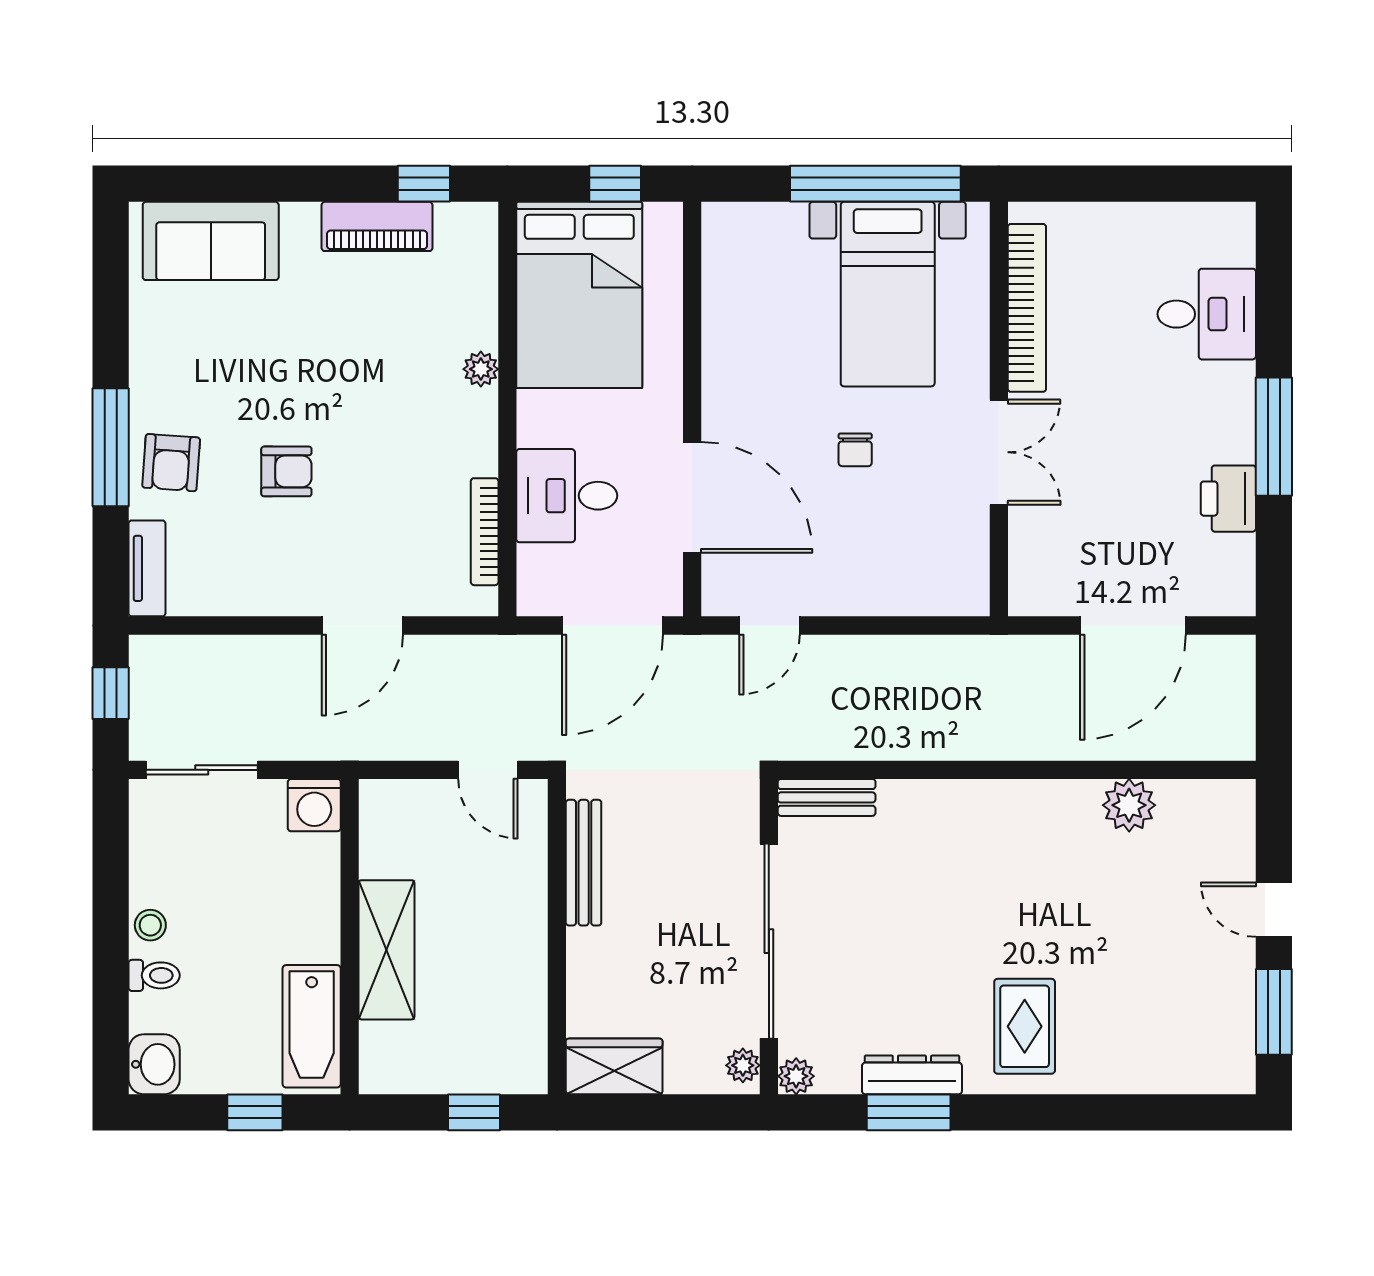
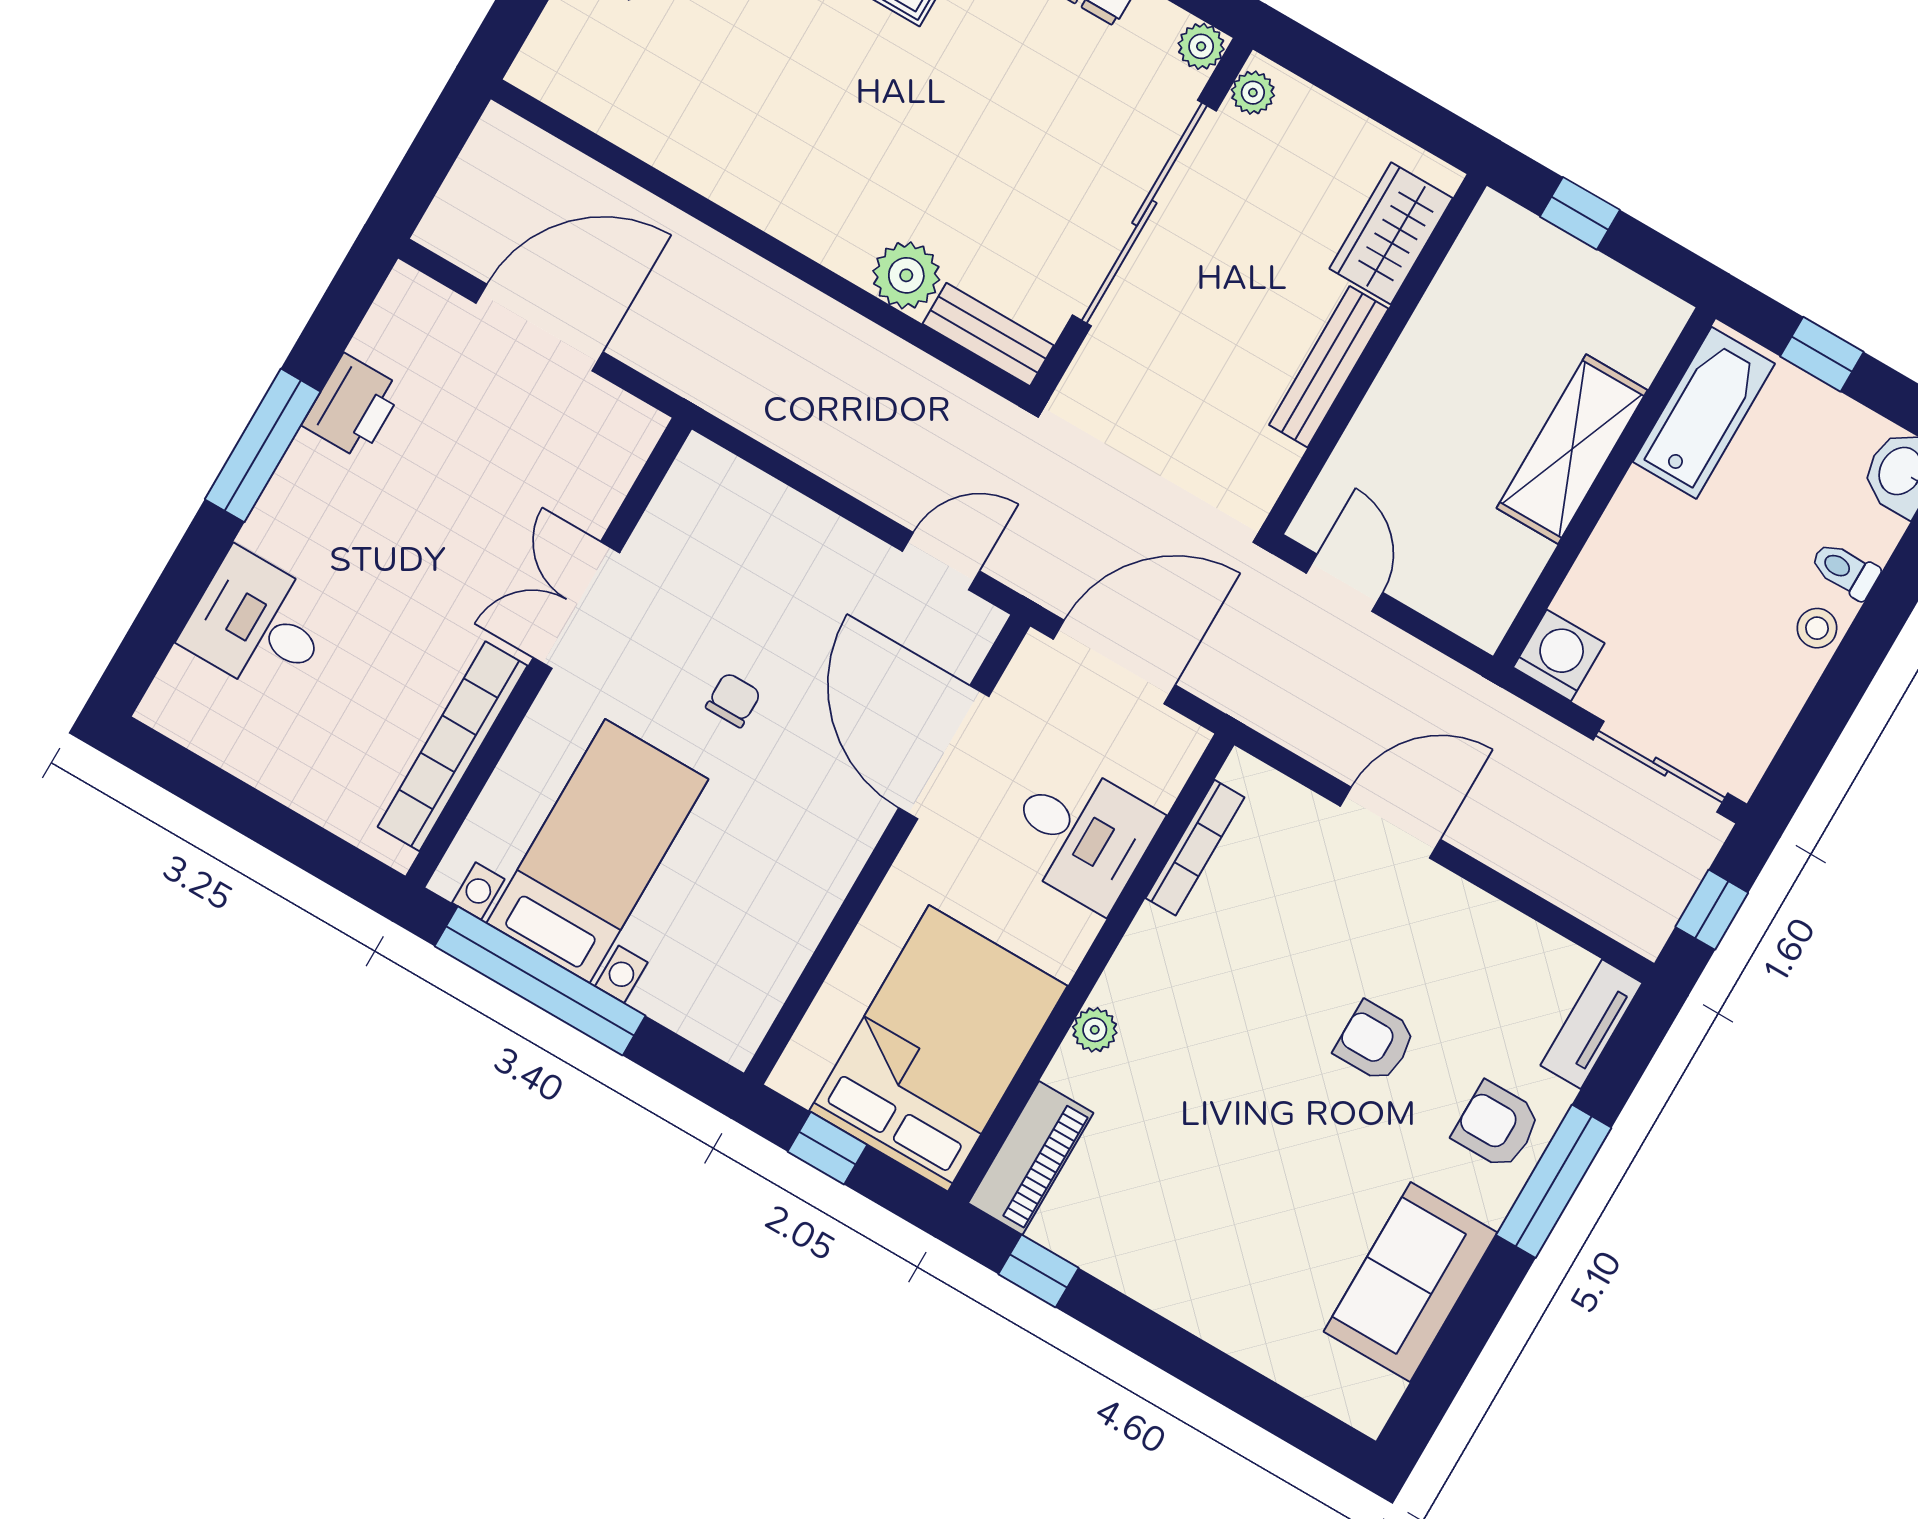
piano: (377, 226) -> (1031, 1158), moved, turned 90
sofa: (211, 241) -> (1410, 1282), moved, turned -90
armchair: (171, 463) -> (1497, 1125), turned -94
plant: (1129, 805) -> (906, 275), moved
bench: (584, 863) -> (1329, 367), moved
wardrobe: (614, 1066) -> (1391, 233), moved, turned 90

